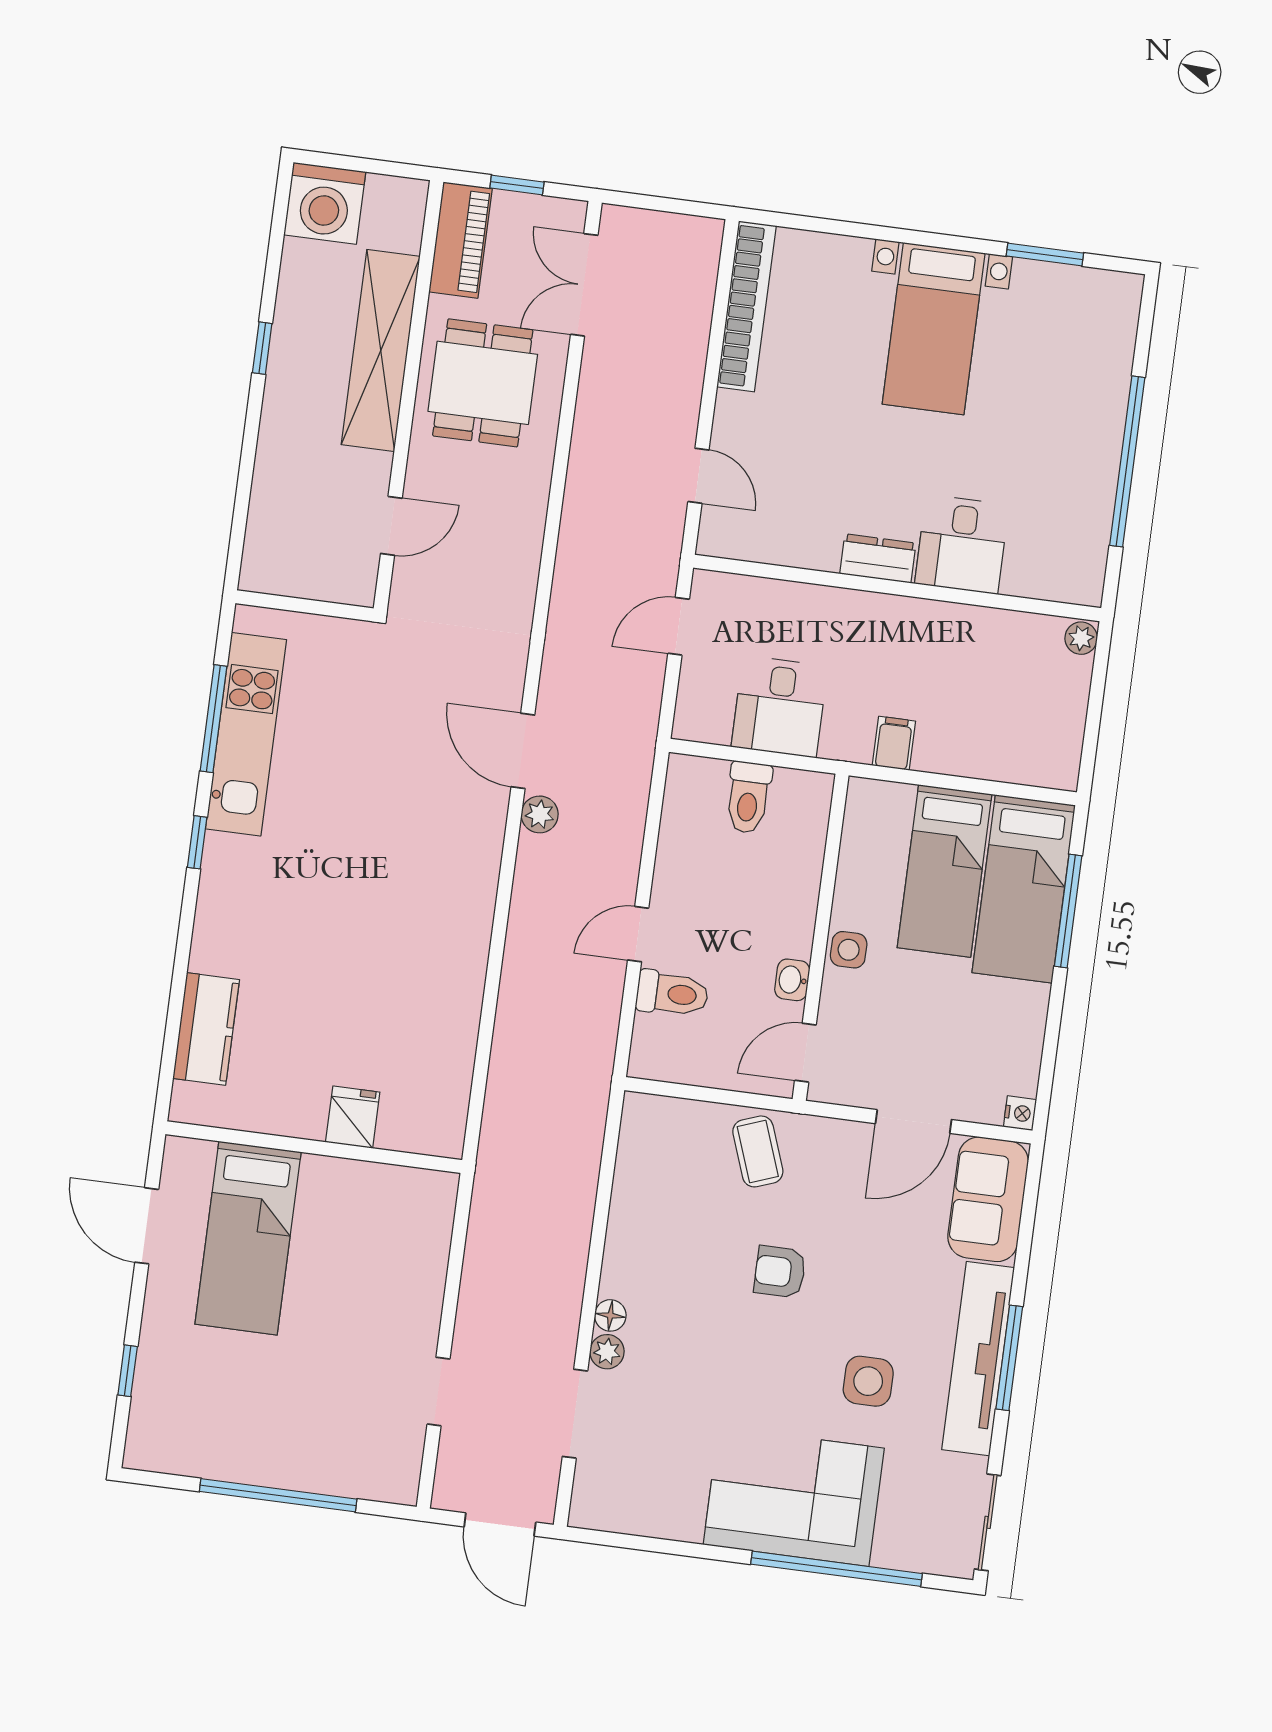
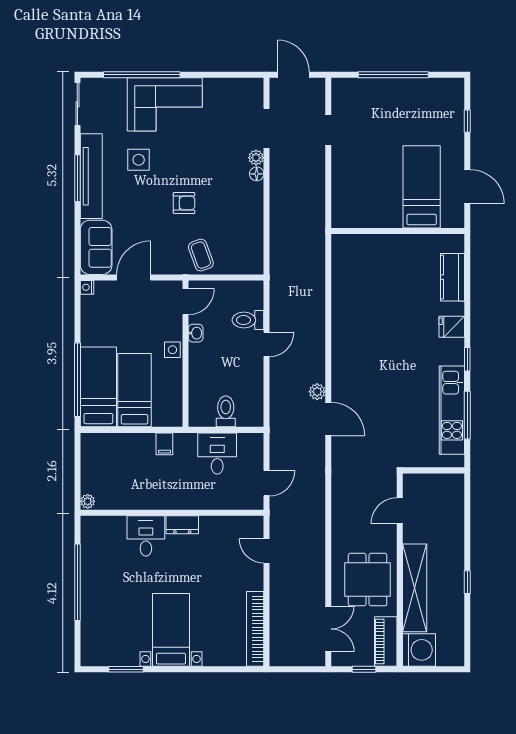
washing machine: (325, 203) -> (419, 650), moved, turned 90
window: (1068, 911) -> (77, 380), width x1.46
fridge: (353, 1117) -> (452, 327), moved, turned 90

